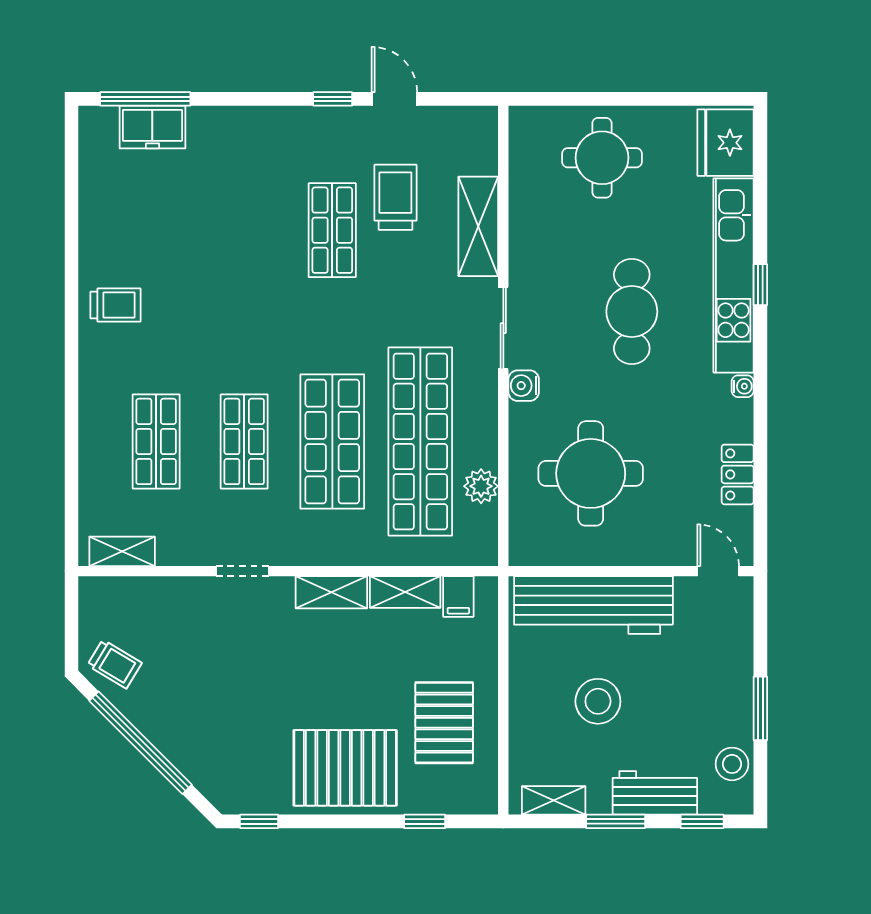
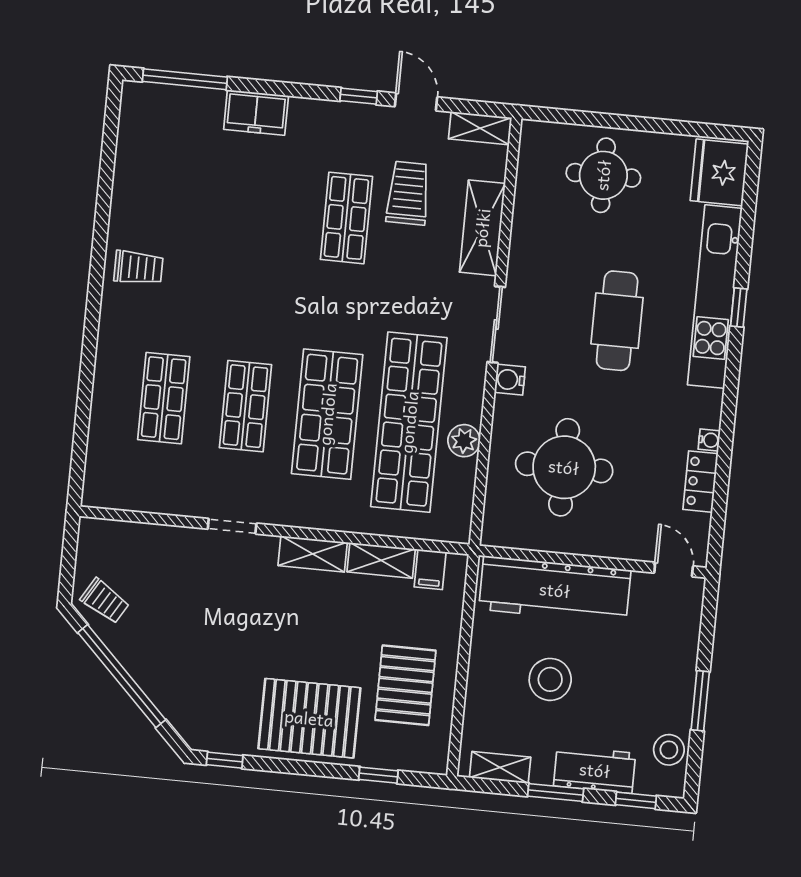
freezer: (152, 127) -> (256, 112), moved
water cooler: (743, 386) -> (709, 440), moved
plant: (481, 486) -> (464, 441), moved
shelving: (122, 551) -> (480, 128), moved

